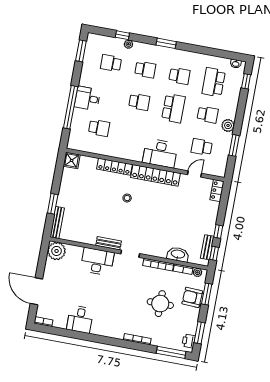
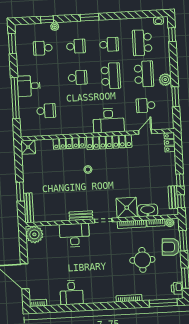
school desk: (208, 115) -> (144, 74), width x1.85
shower: (157, 246) -> (127, 208), added

